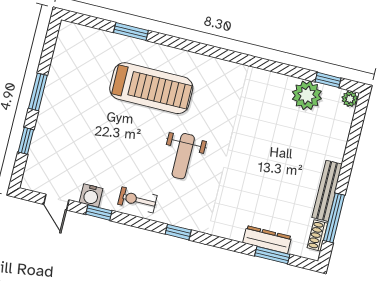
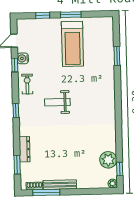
treadmill: (151, 88) -> (72, 44), moved
dresser: (267, 240) -> (25, 149), moved

